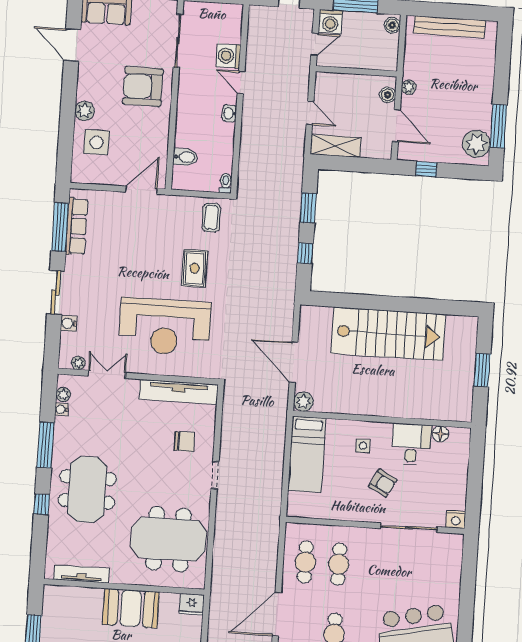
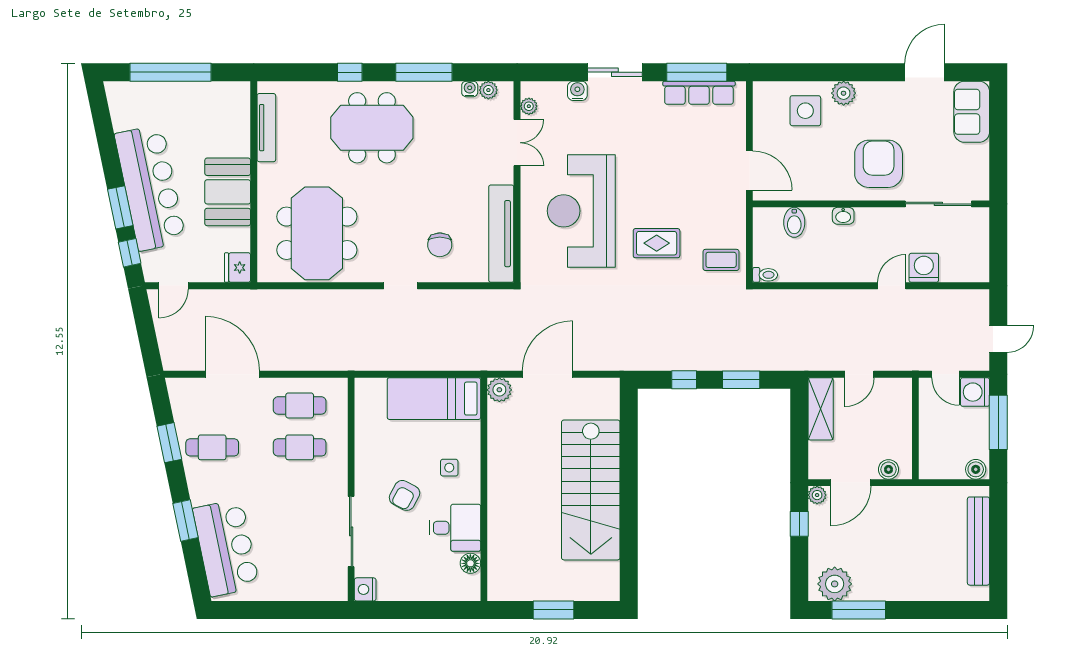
plant: (409, 87) -> (817, 495), moved
washbasin: (229, 113) -> (843, 216), moved, turned 180

